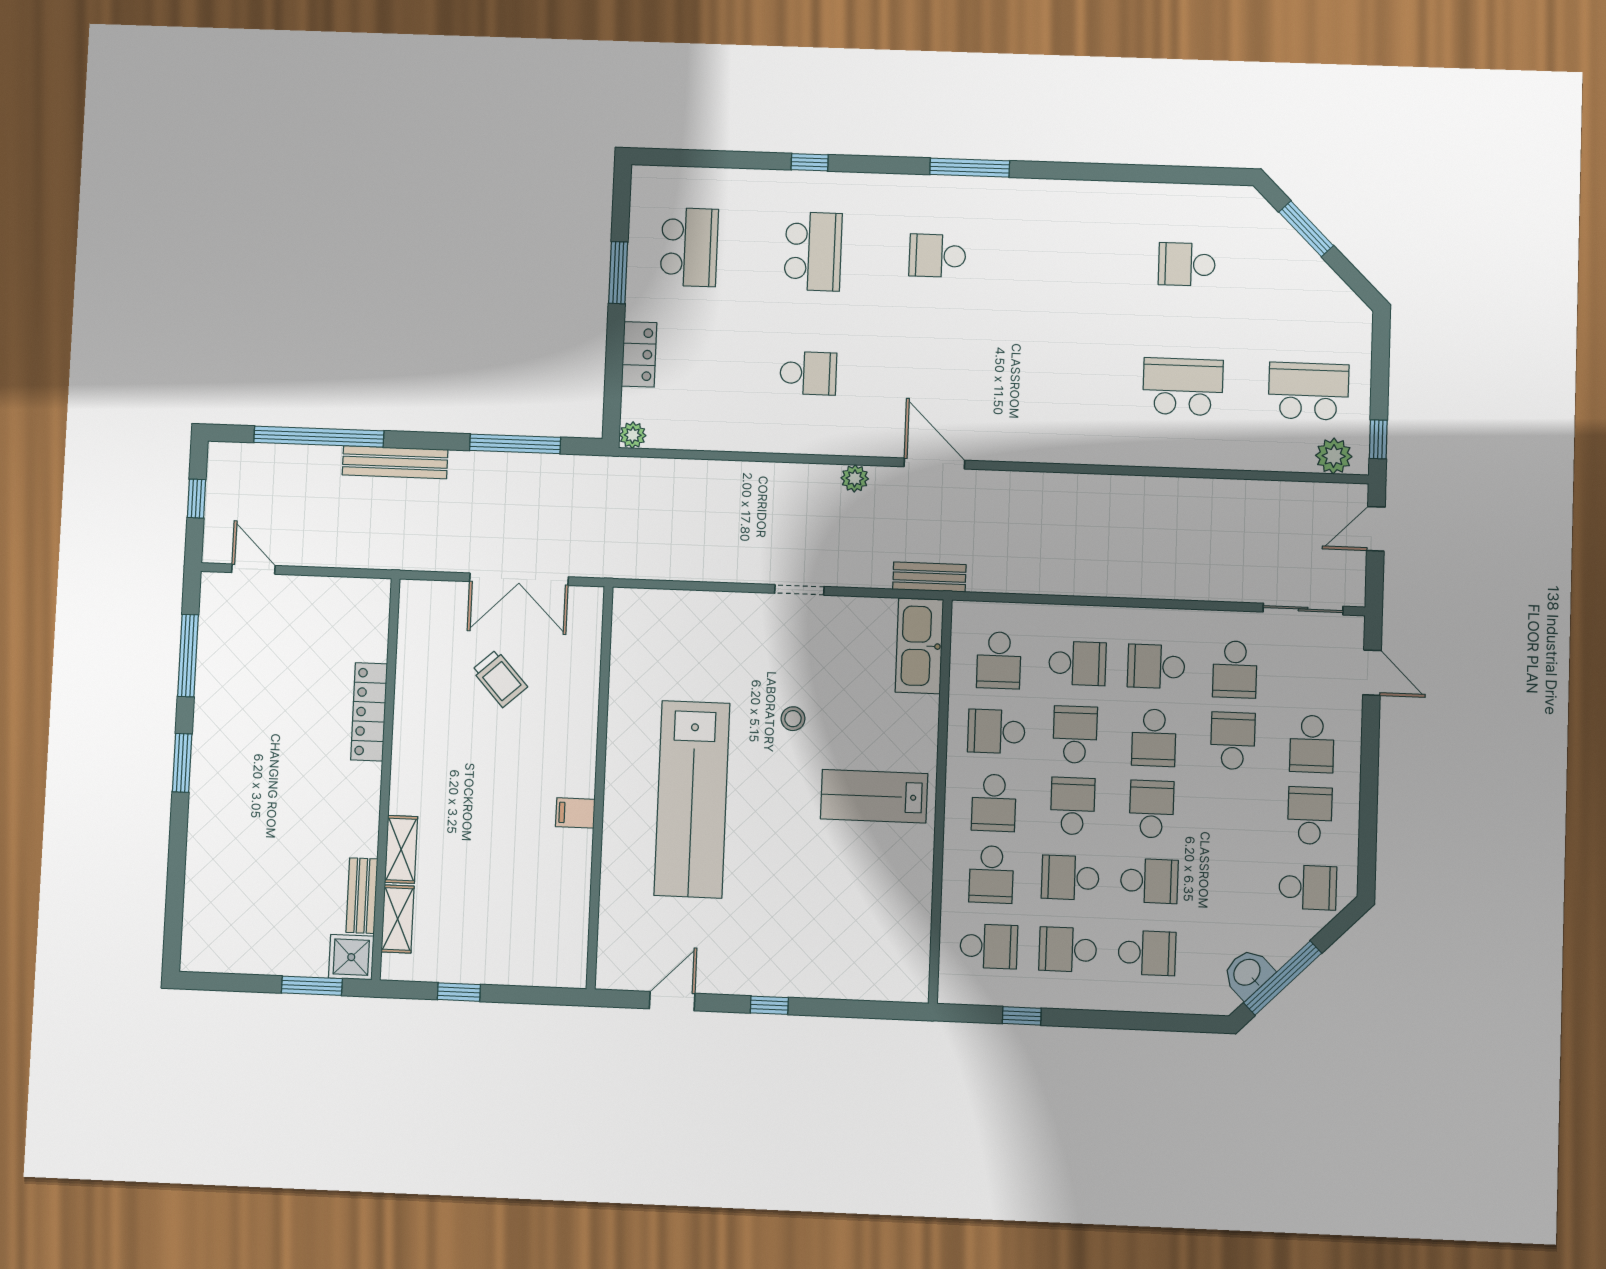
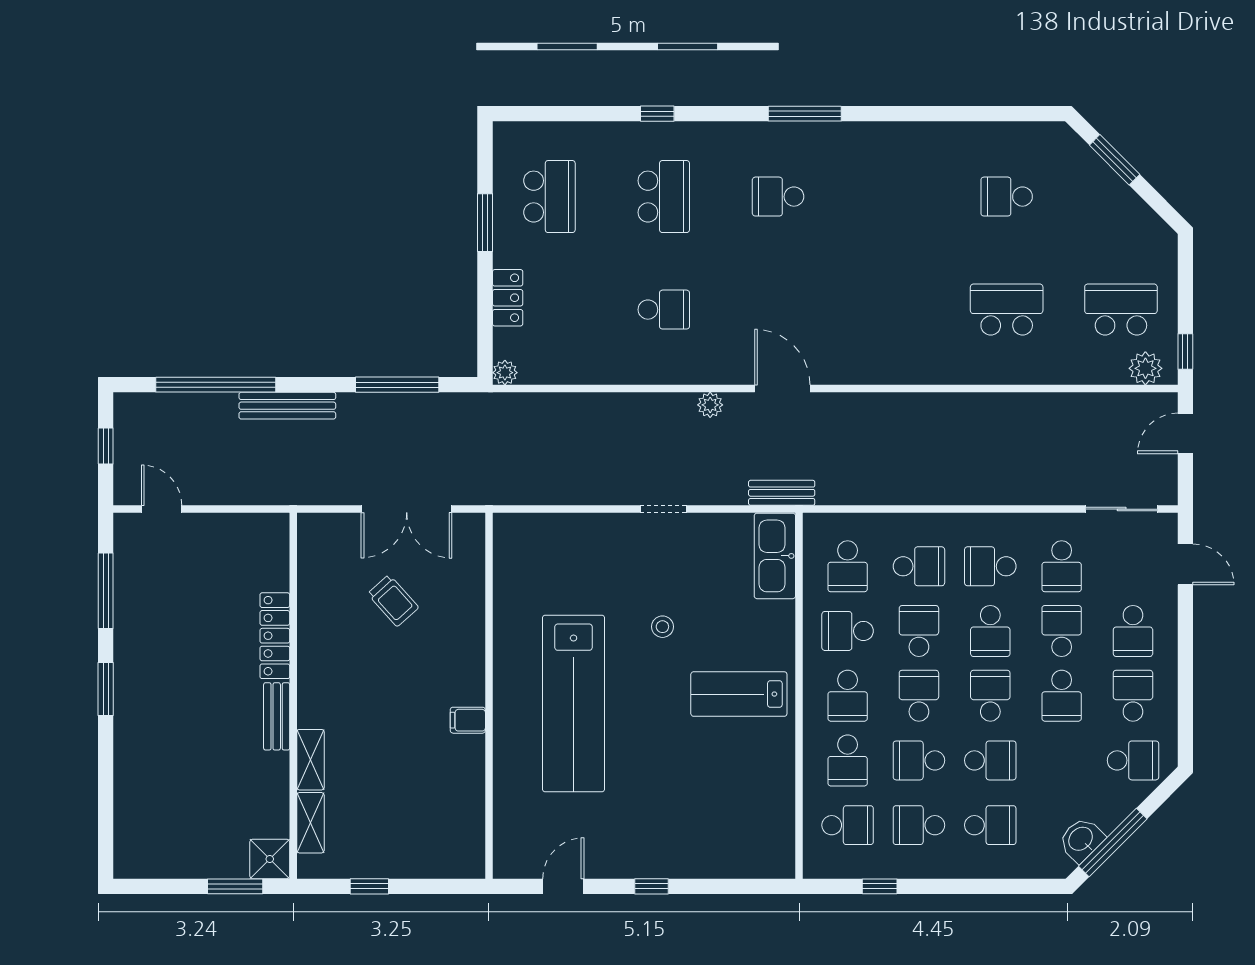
school desk: (1231, 812) -> (1062, 696), added
bench: (362, 896) -> (277, 716), moved

